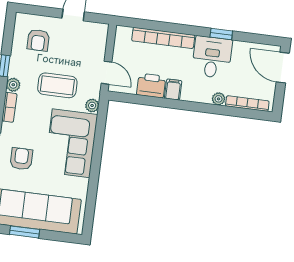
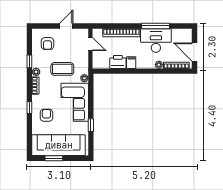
window: (221, 34) -> (155, 26), width x2.17
desk: (212, 57) -> (156, 40), width x1.37
door: (283, 68) -> (195, 52), moved
door: (106, 73) -> (90, 44), moved
window: (93, 185) -> (91, 125), added

